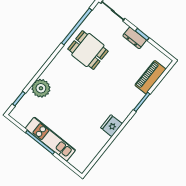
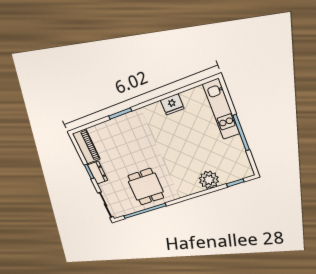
piano: (150, 77) -> (86, 146), moved, turned -90
fridge: (111, 126) -> (172, 104), moved
kitchen unit: (50, 139) -> (221, 109), moved

